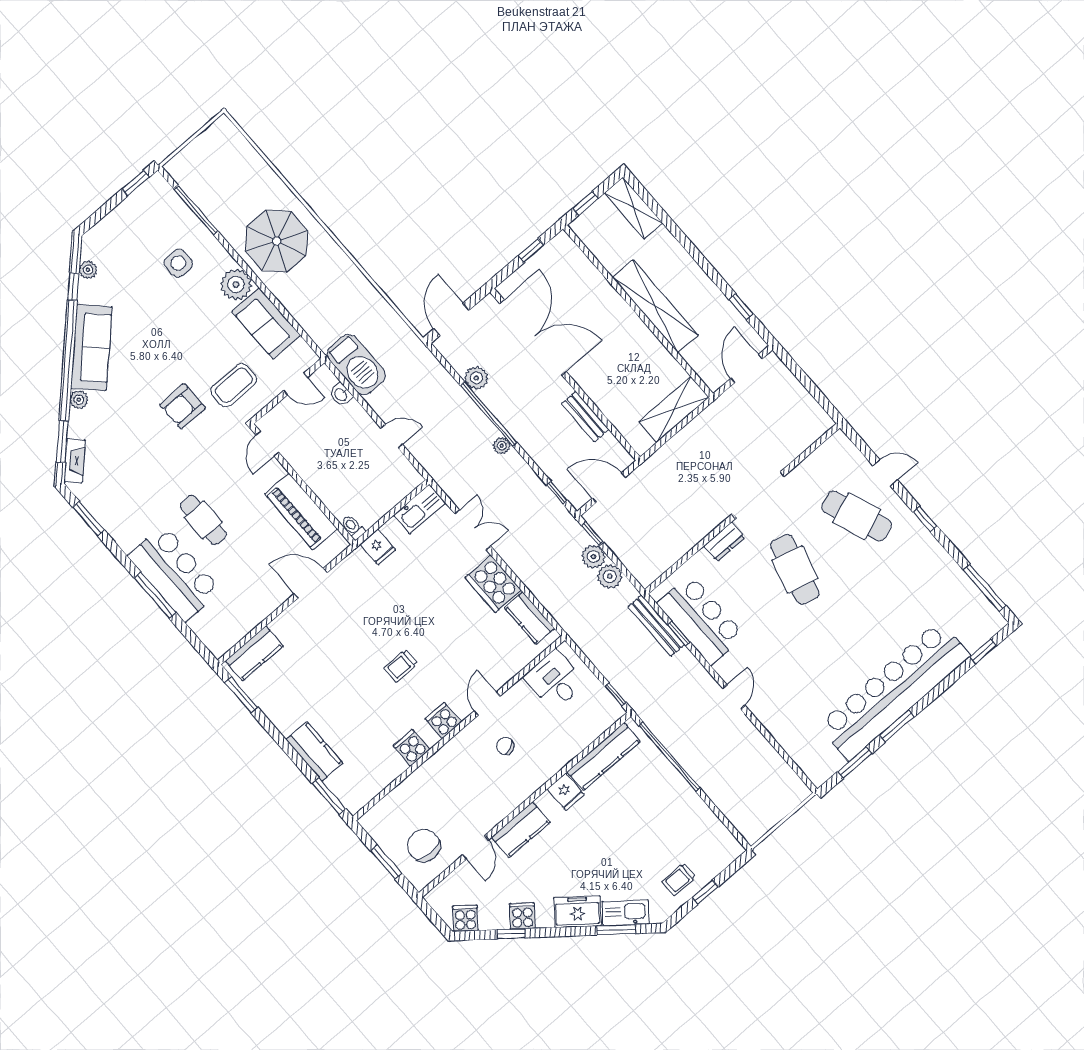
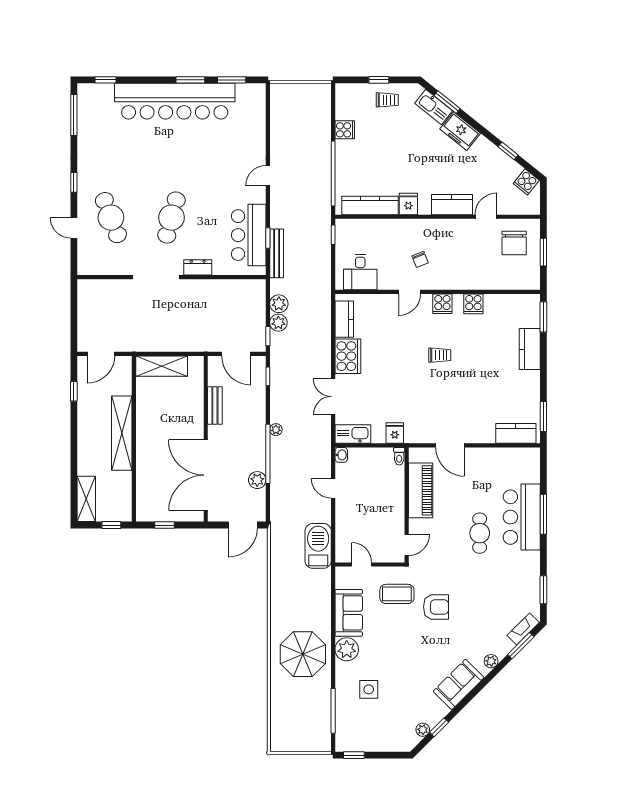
sofa: (91, 347) -> (459, 684), width x0.73
washbasin: (341, 394) -> (341, 455), moved
cooker: (522, 916) -> (345, 130), moved, turned -129

